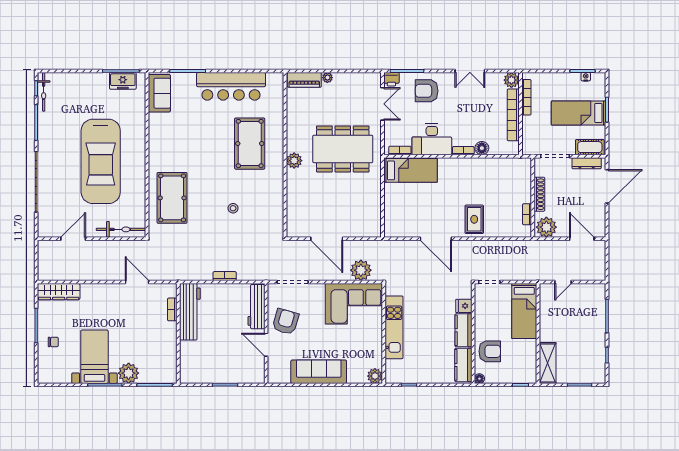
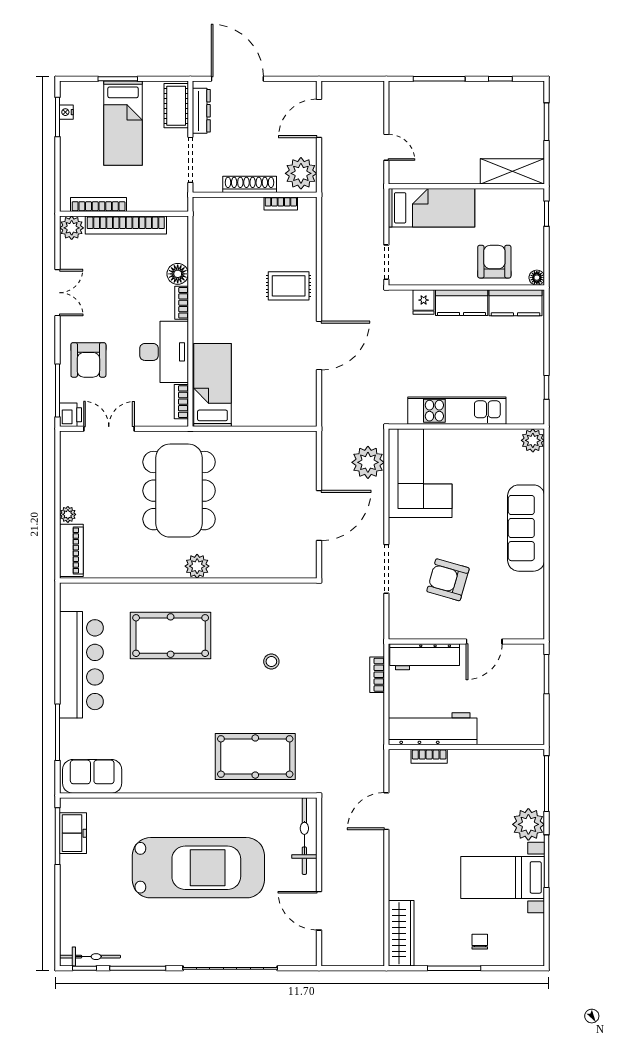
workbench: (256, 307) -> (425, 657), moved
wall: (266, 333) -> (466, 642), moved
door: (266, 345) -> (484, 642), moved

